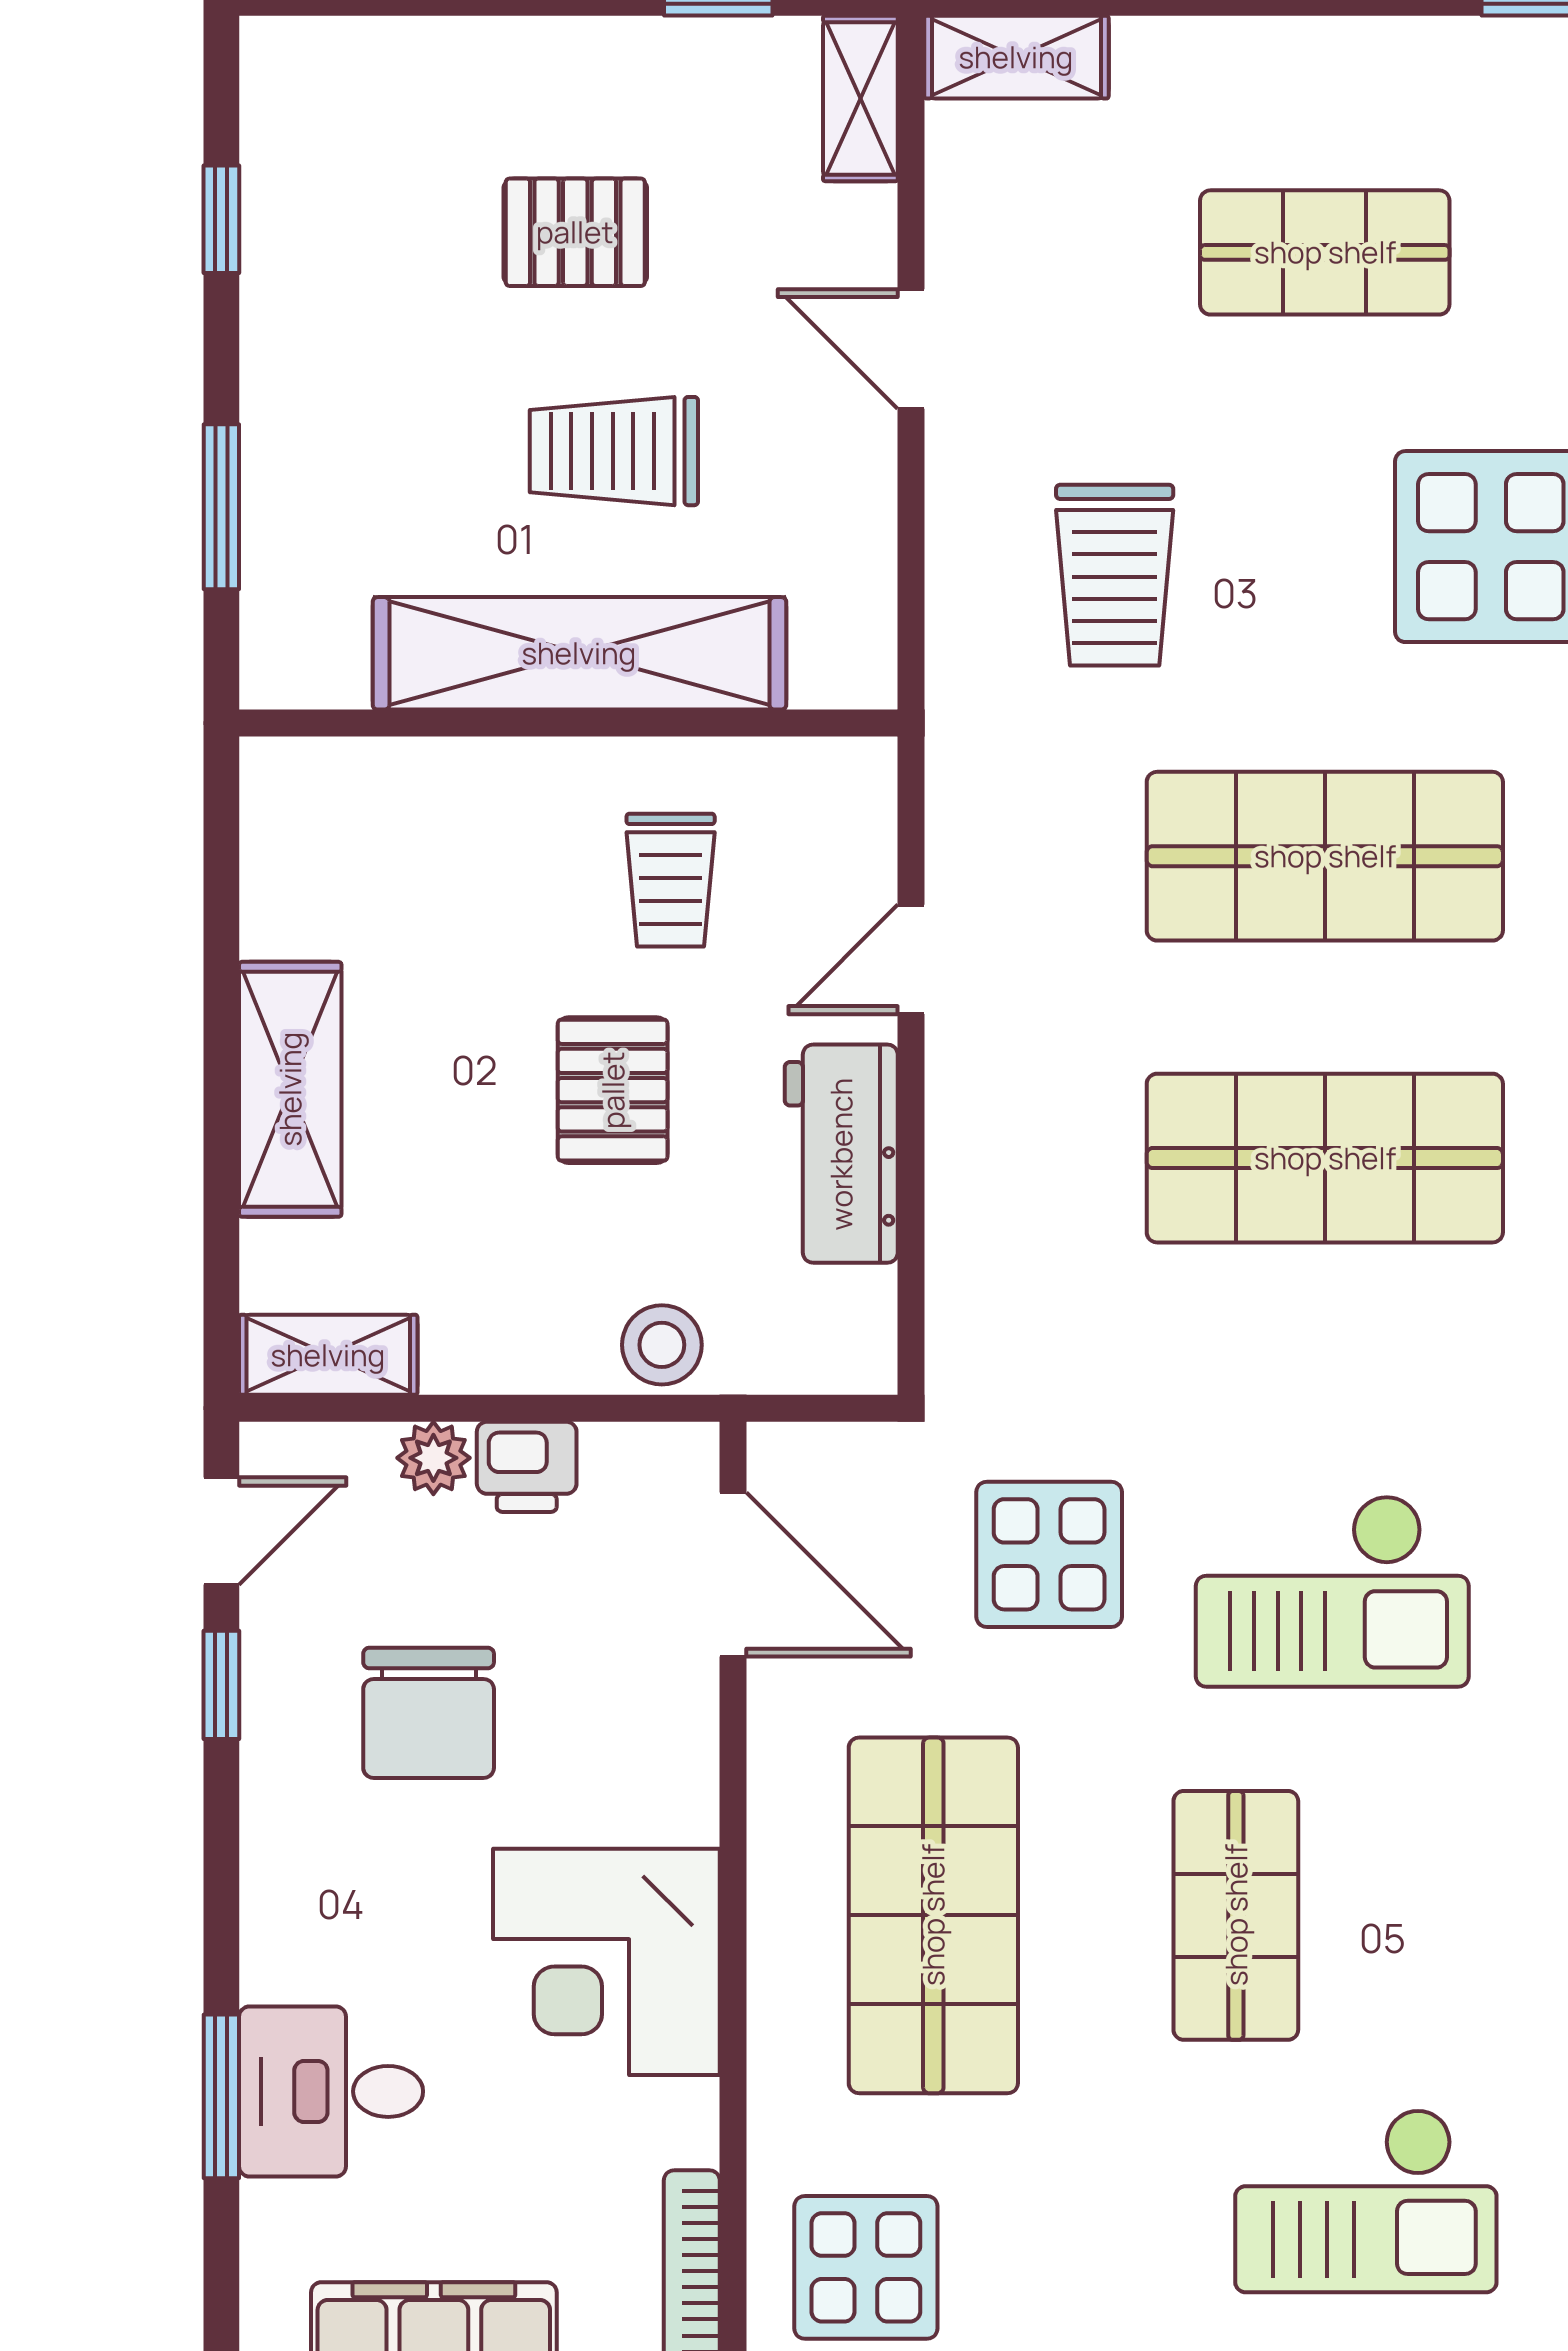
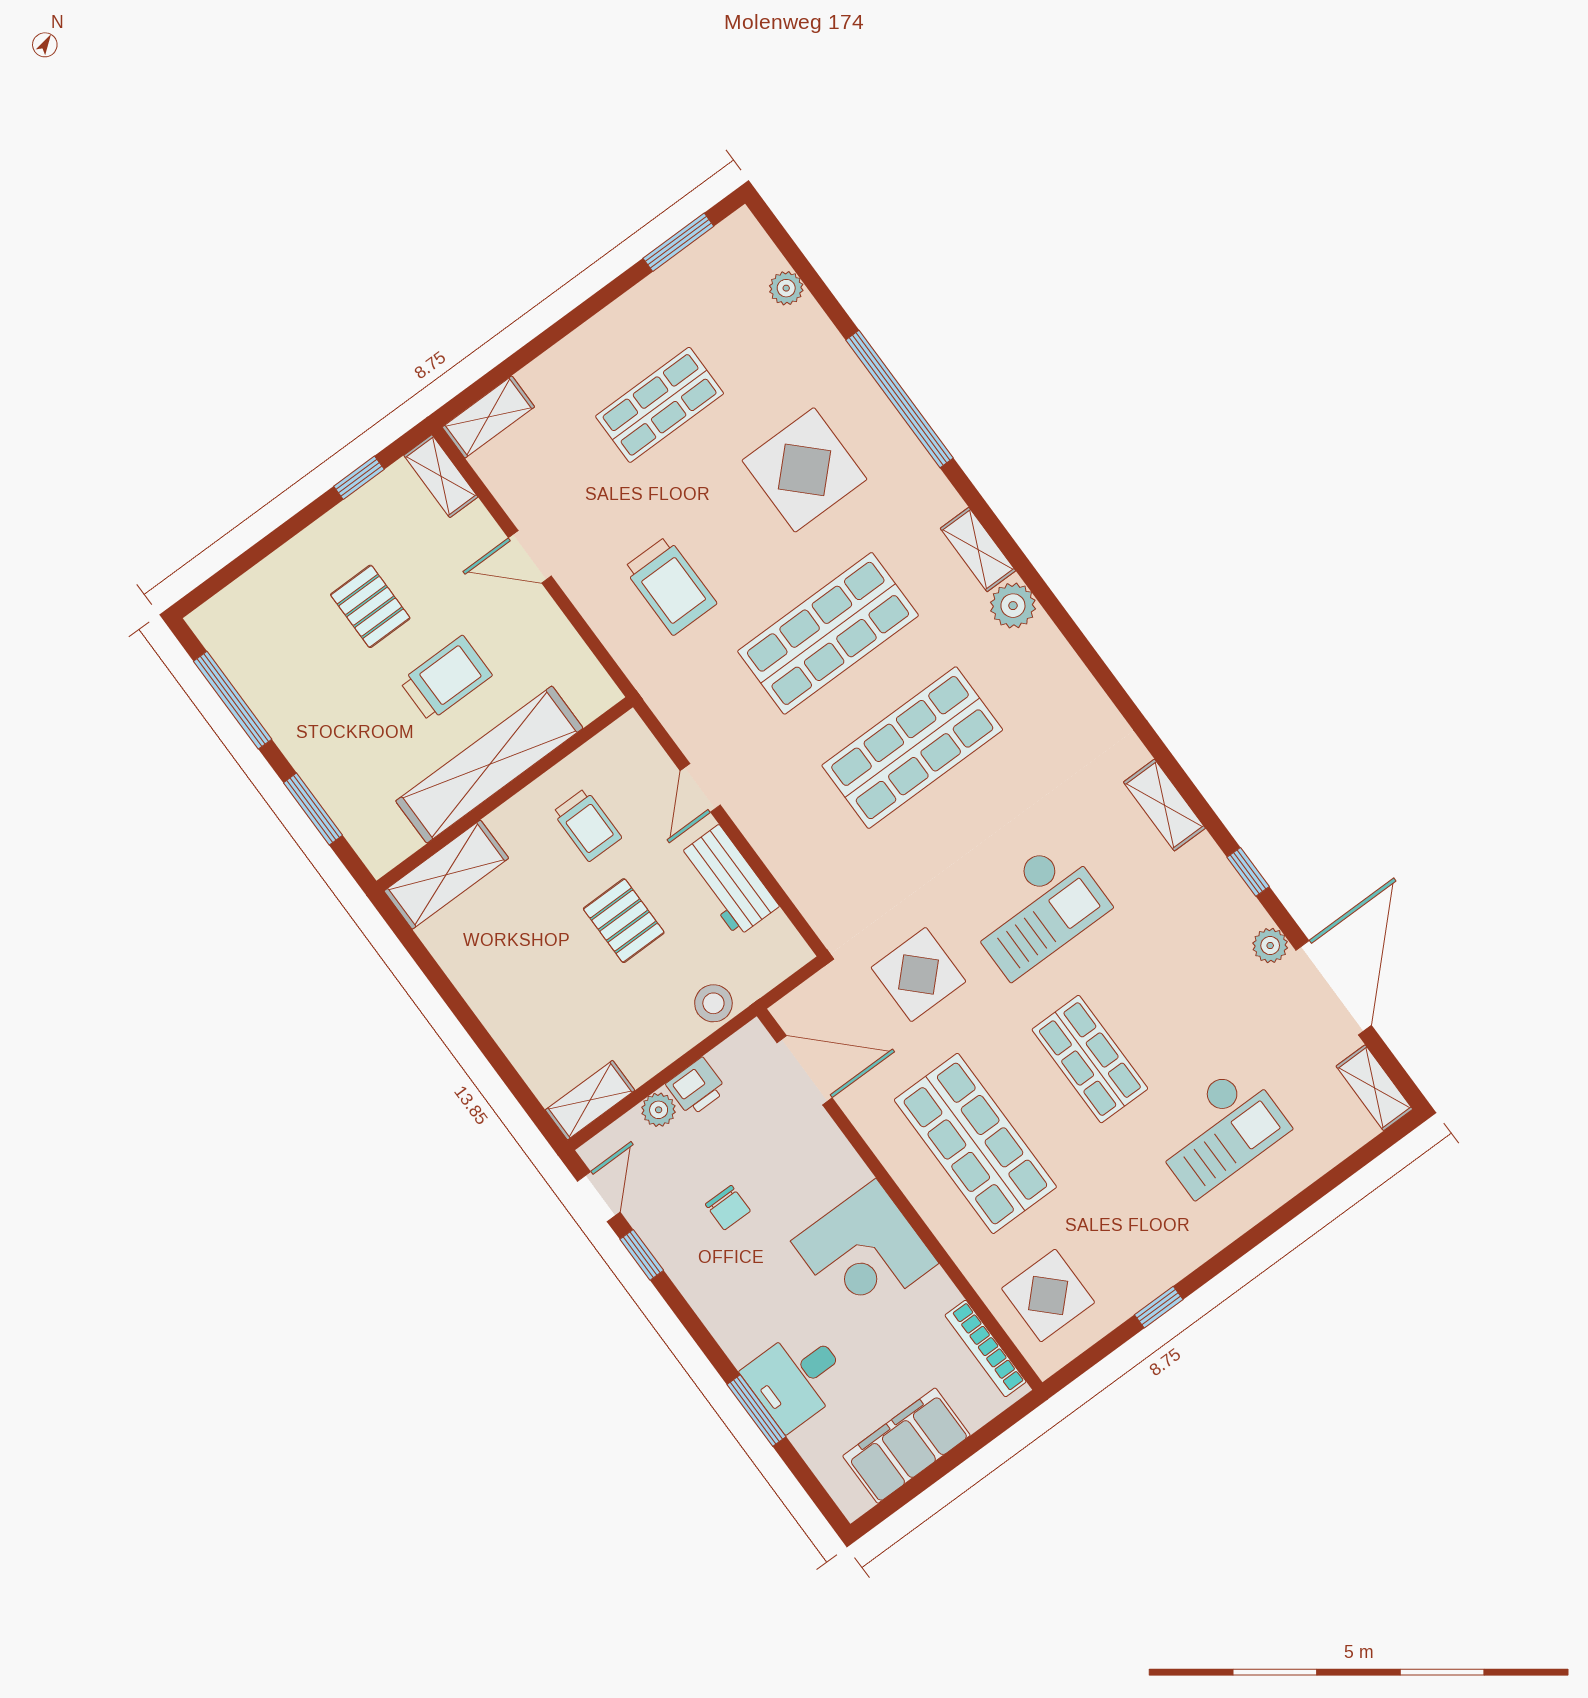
window: (221, 219) -> (233, 700), width x2.17
pallet: (575, 232) -> (370, 606), turned 90
trolley: (614, 451) -> (446, 678), turned 180
shelving: (290, 1089) -> (446, 875), moved, turned 90
chair: (429, 1713) -> (728, 1208), width x0.54, depth x0.54

